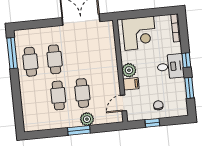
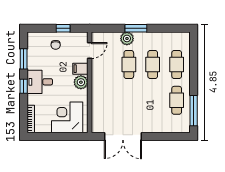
cafe table: (55, 59) -> (177, 64), moved

